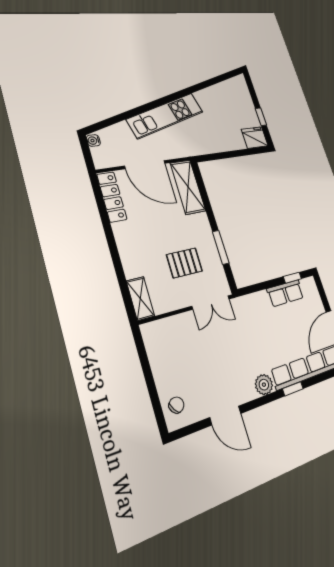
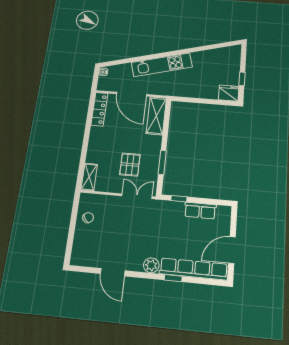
pallet: (184, 263) -> (130, 165), turned 90
window: (292, 278) -> (179, 199), moved
double door: (211, 302) -> (137, 196), swing flipped
chair: (176, 405) -> (88, 218), moved

